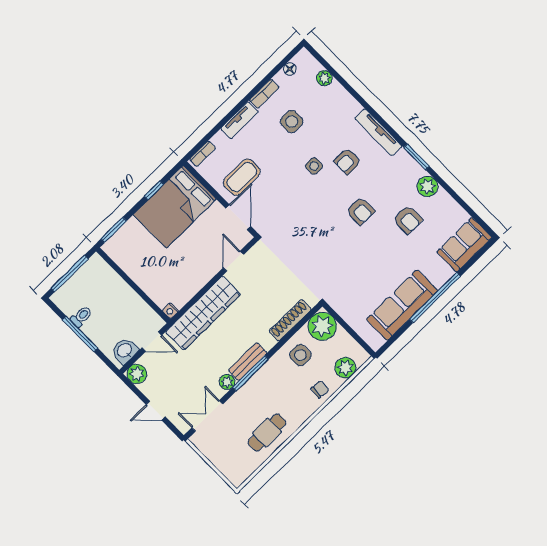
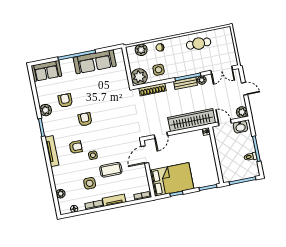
coffee table: (242, 177) -> (111, 170), moved

